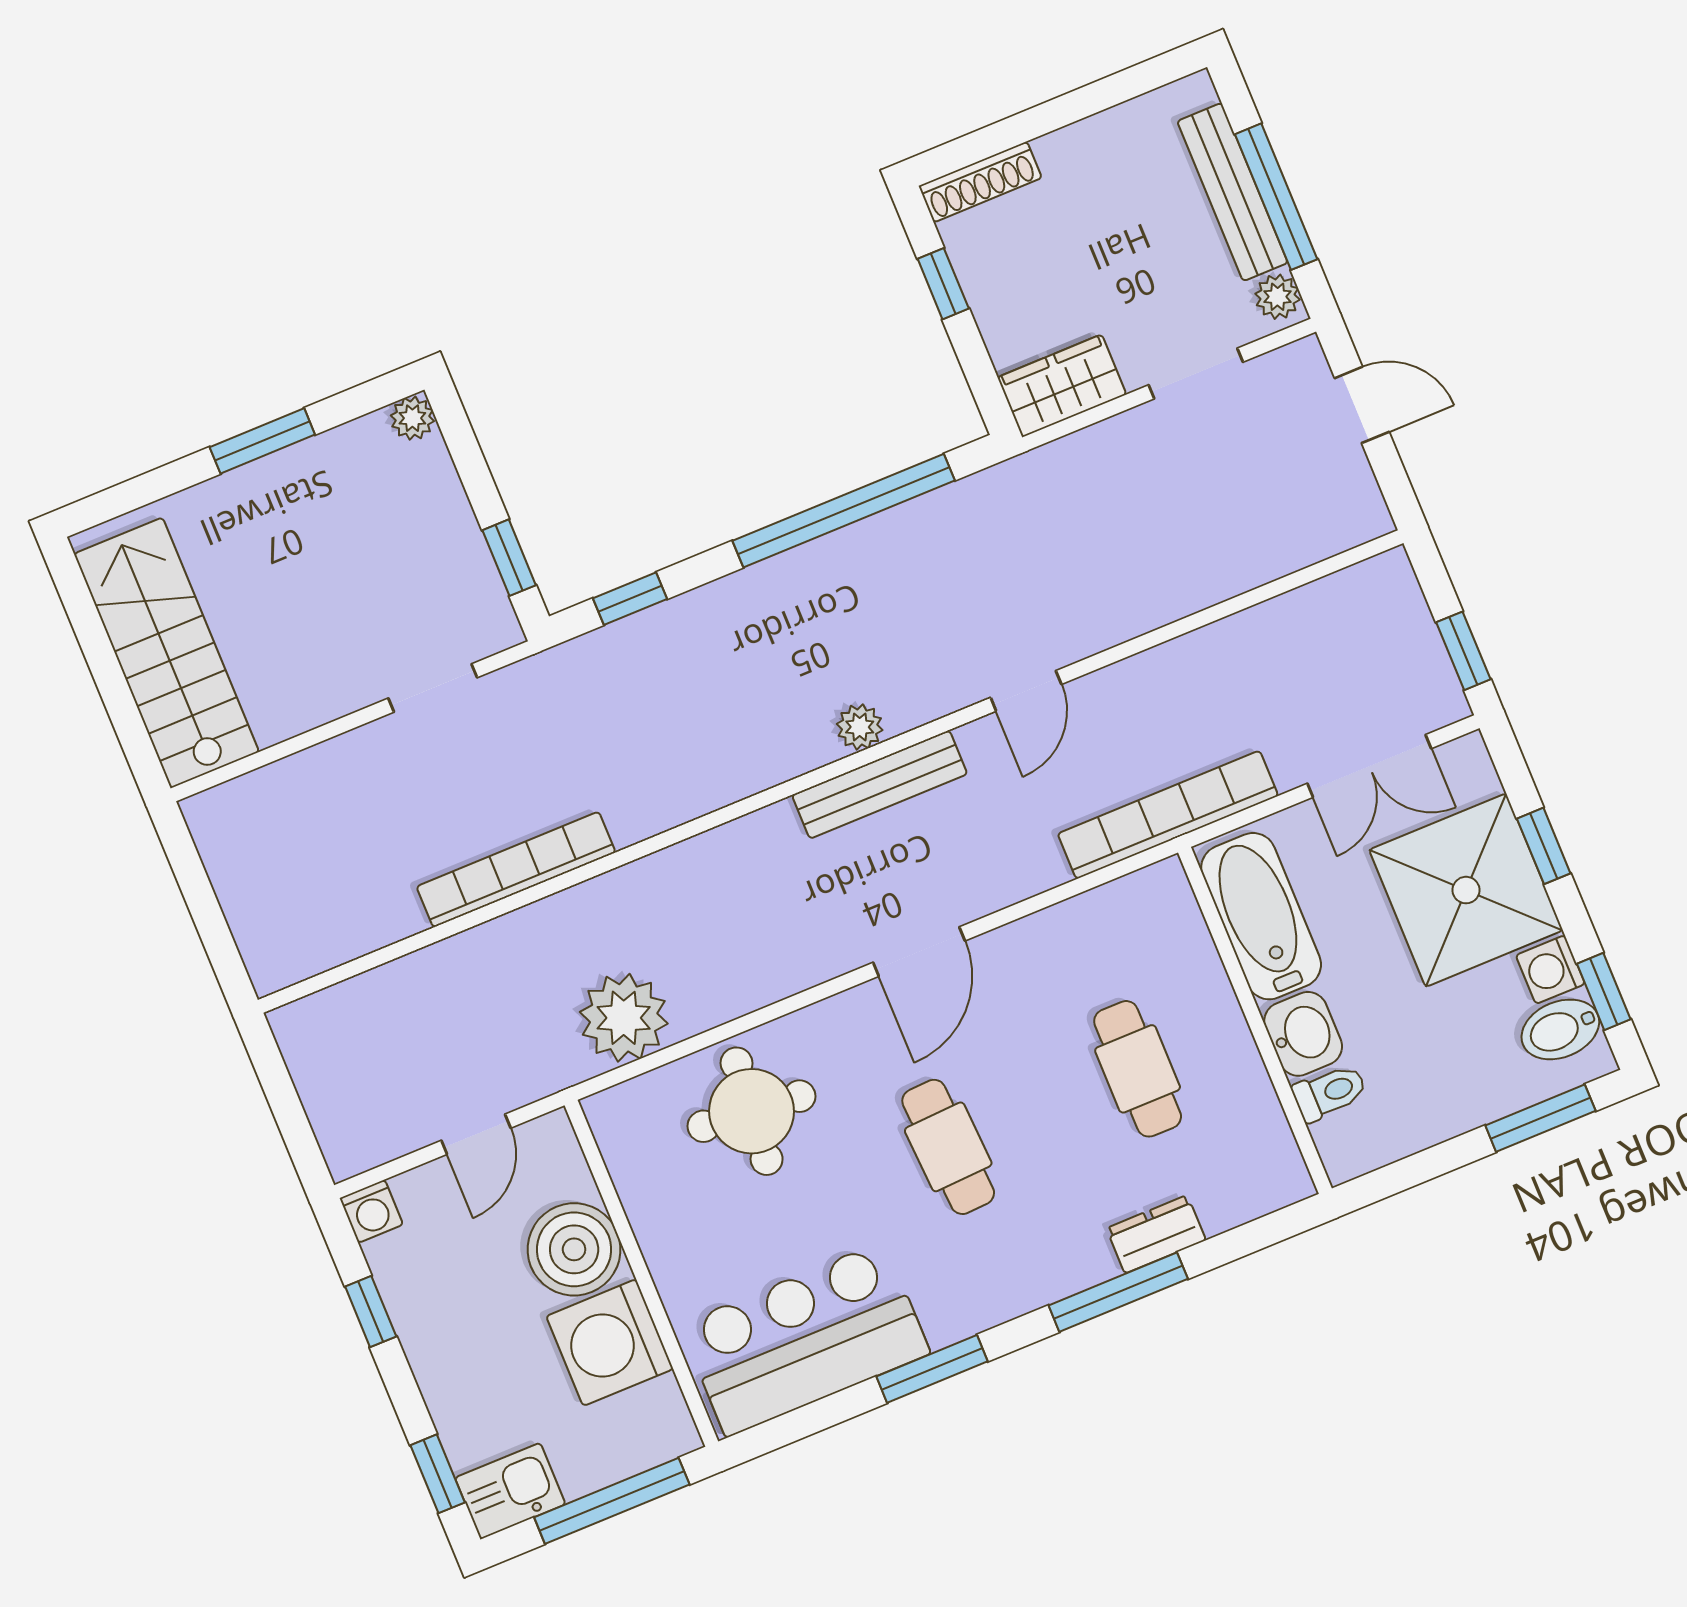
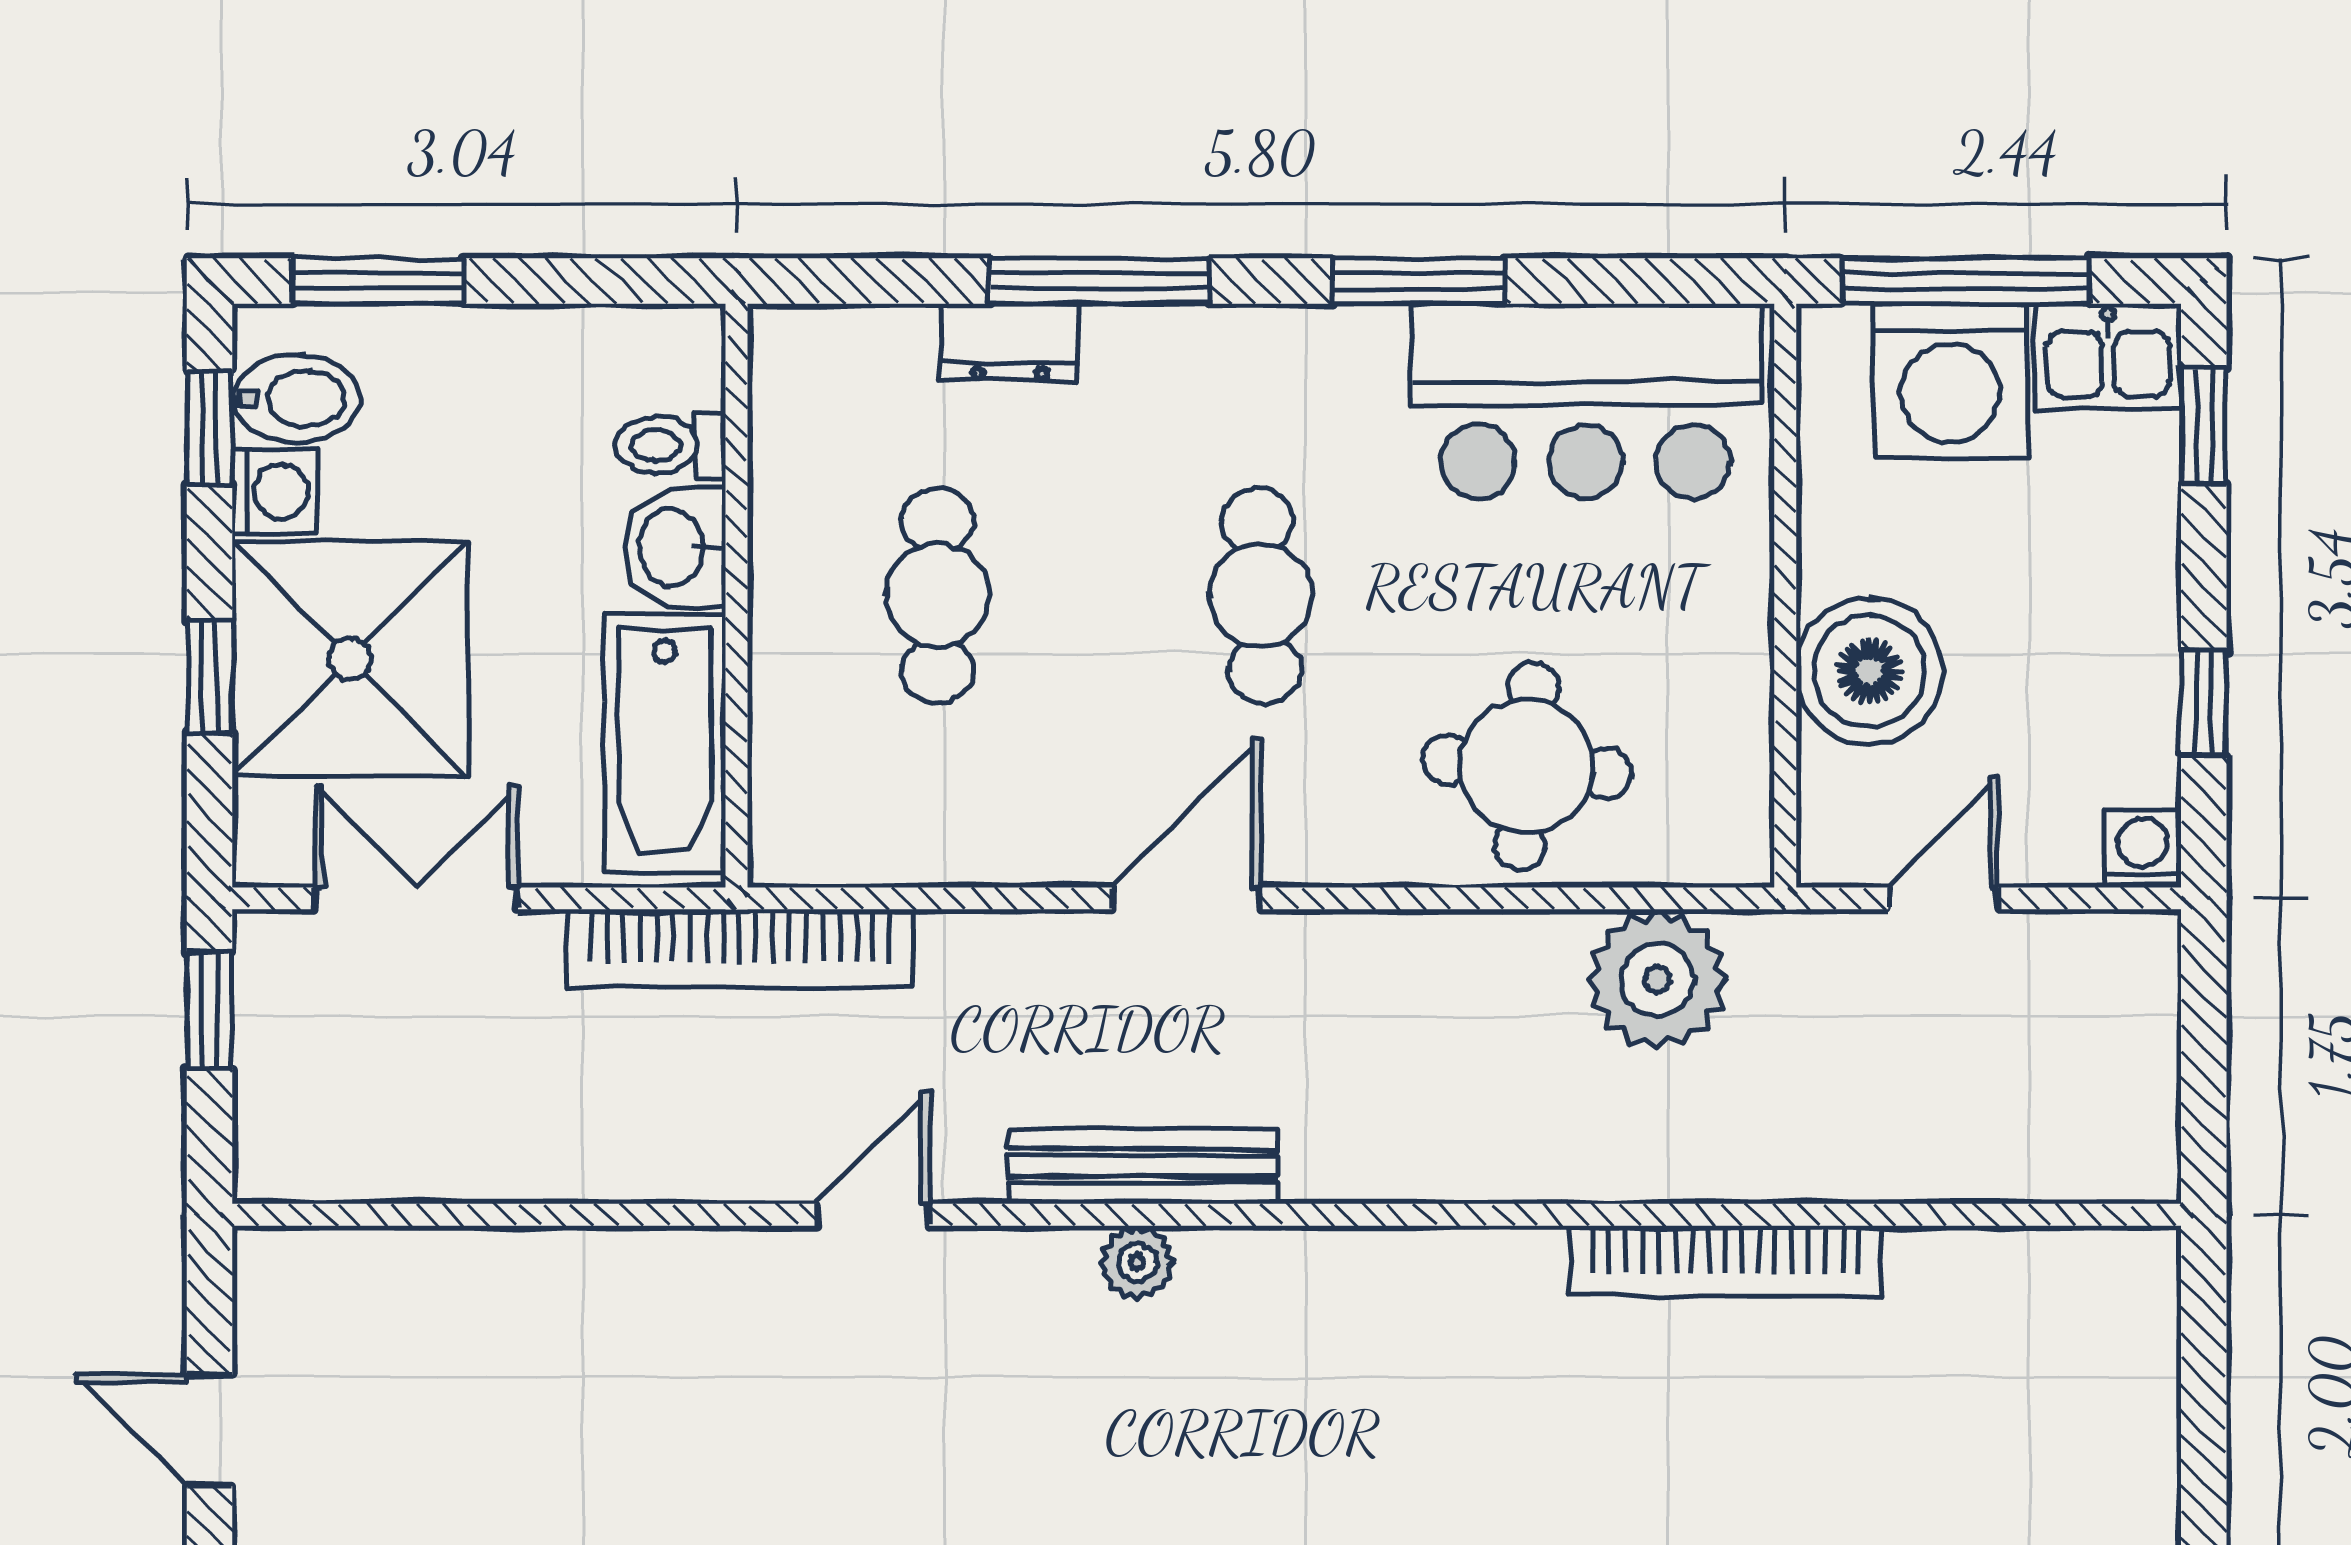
washing machine: (610, 1343) -> (1950, 381), moved, turned 90

